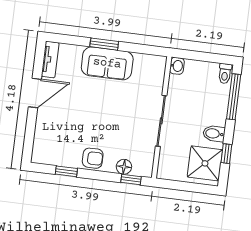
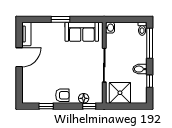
sofa: (107, 63) -> (82, 32), moved
shower: (205, 163) -> (120, 93), moved

